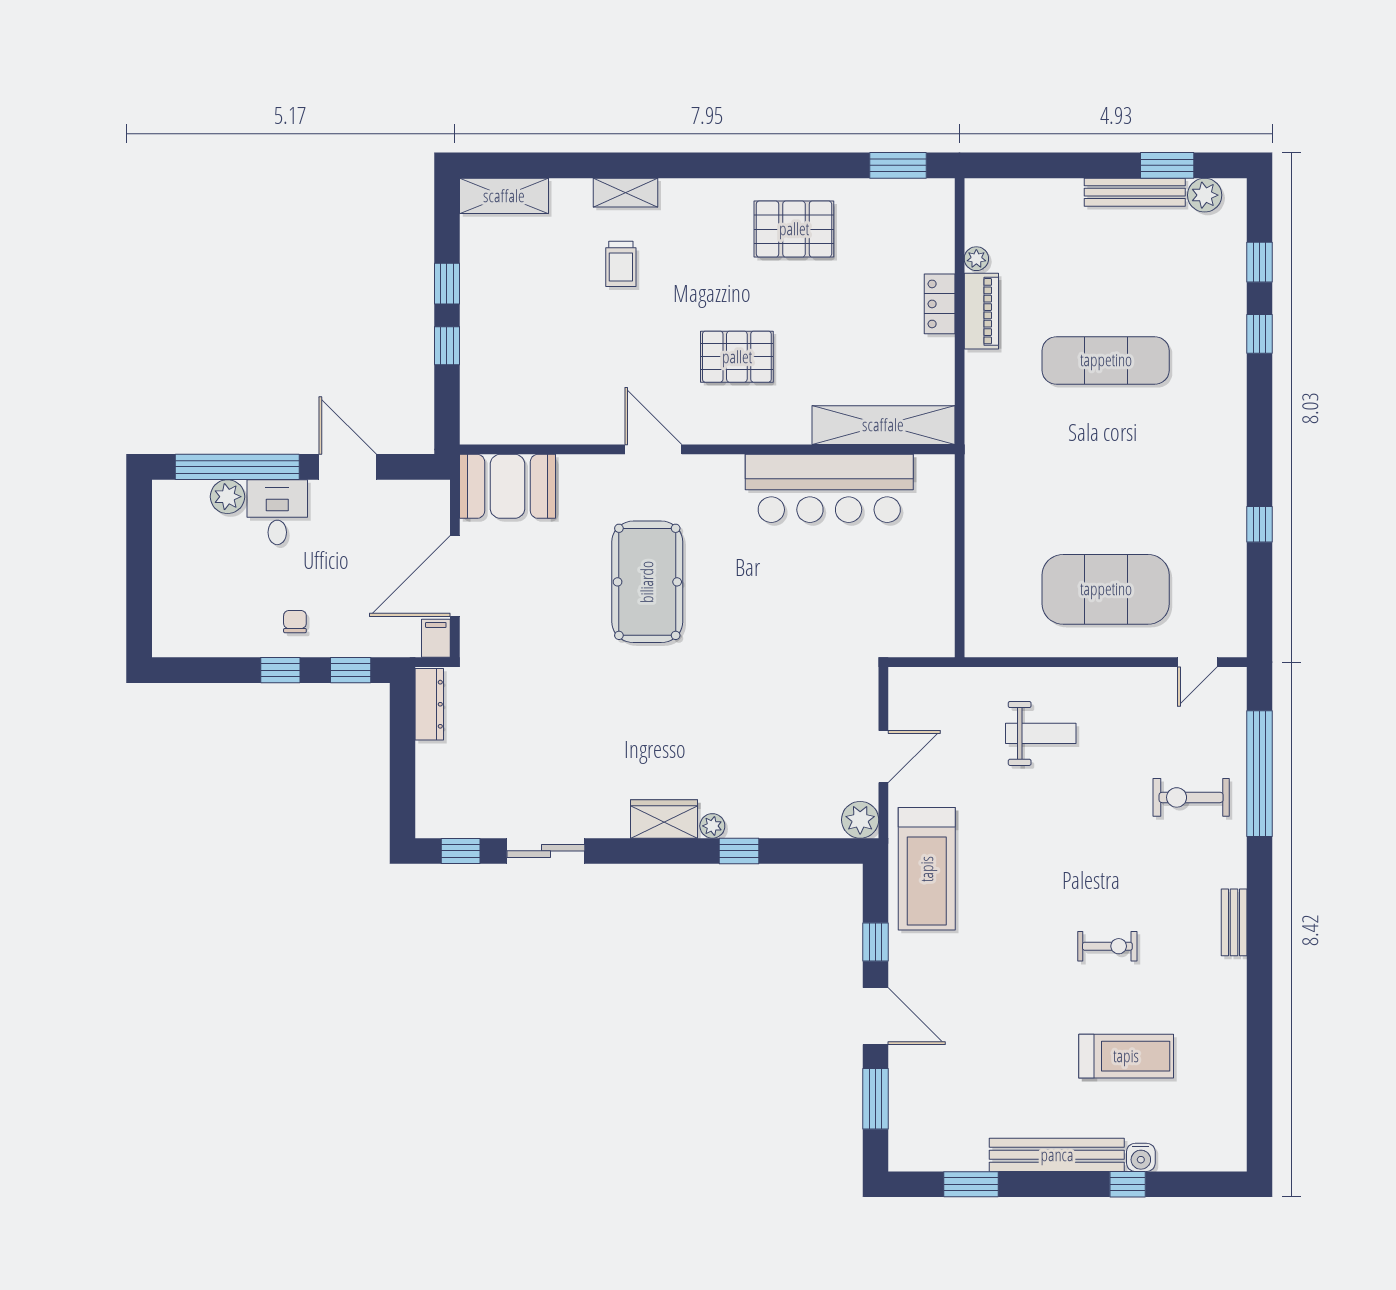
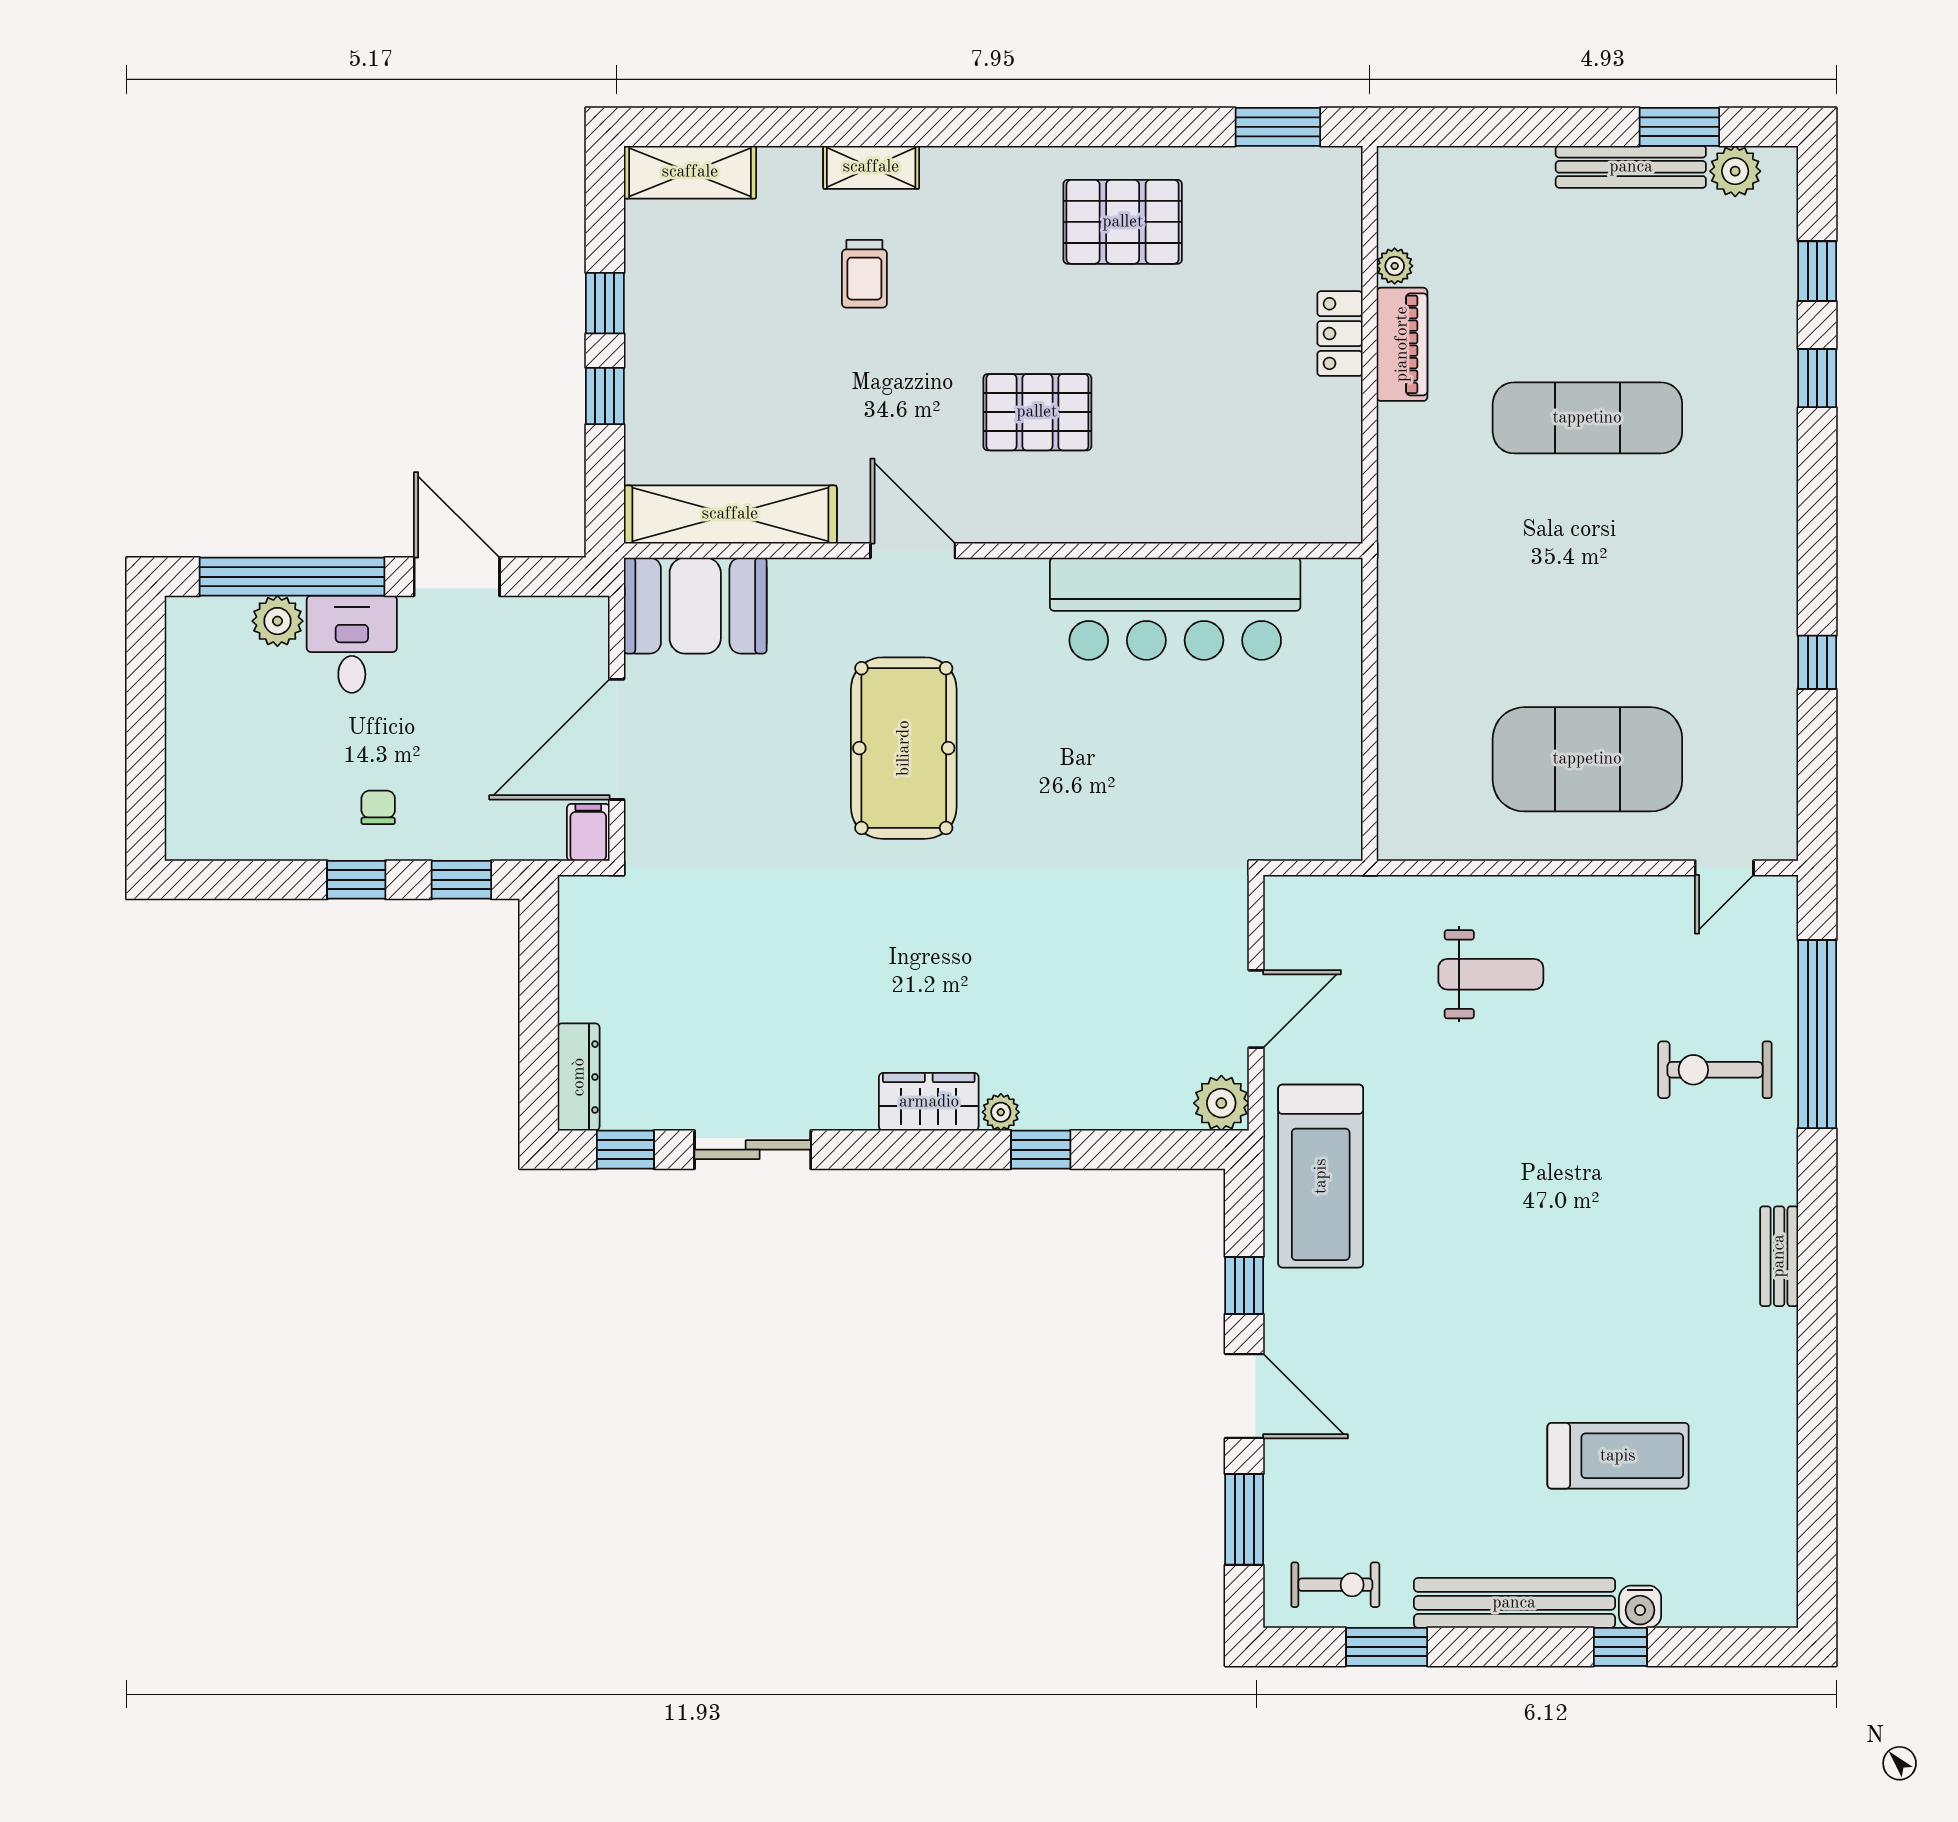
shelving: (883, 425) -> (730, 514), moved
dresser: (429, 704) -> (579, 1077), moved
exercise bike: (1107, 946) -> (1335, 1585), moved

